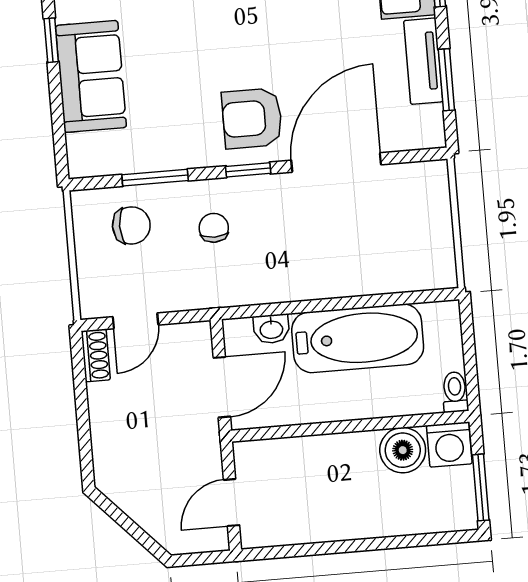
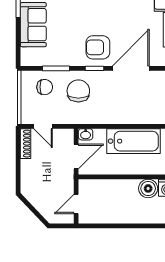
chair: (214, 228) -> (78, 91), width x1.87, depth x1.87
door: (135, 321) -> (43, 126), hinge flipped
washbasin: (271, 329) -> (86, 134), moved
shoe rack: (96, 355) -> (26, 144), width x1.43

